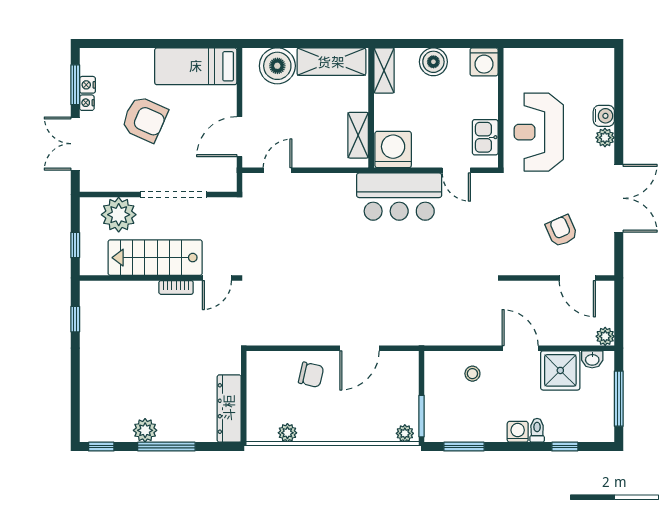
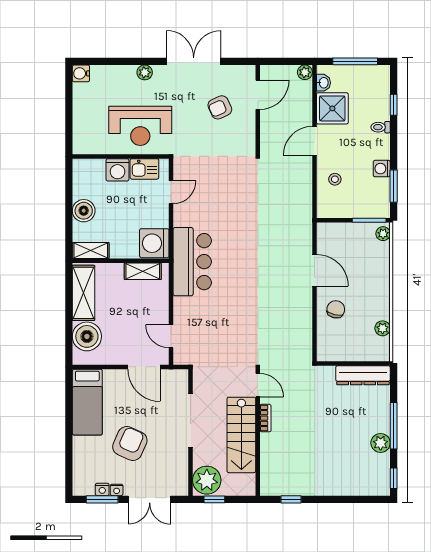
washing machine: (484, 62) -> (117, 170), moved, turned 90
water cooler: (604, 116) -> (81, 73), moved, turned -90
bar counter: (399, 197) -> (192, 262), moved
plant: (119, 215) -> (207, 480), moved
window: (75, 245) -> (214, 499), moved
washing machine: (518, 432) -> (382, 169), moved

